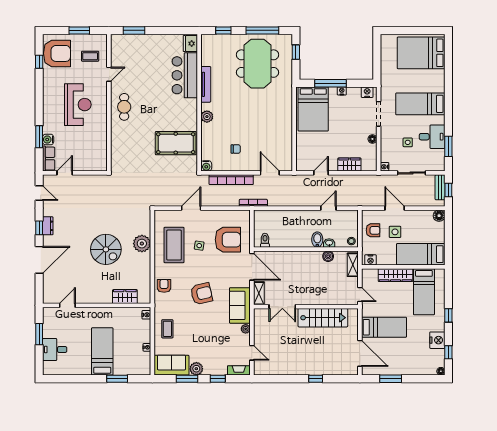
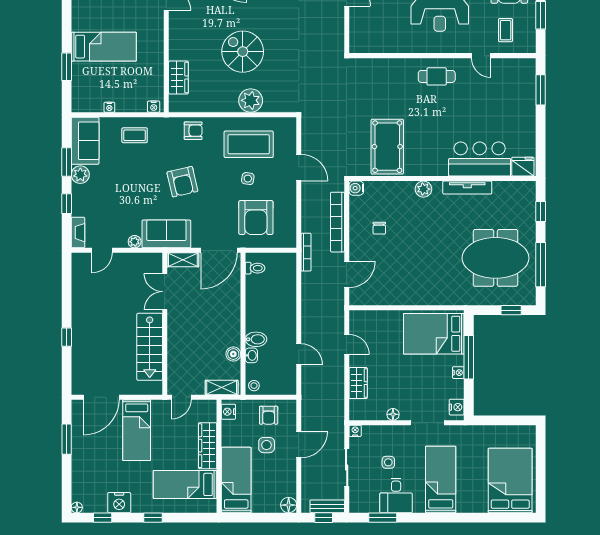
spiral stairs: (106, 249) -> (243, 52), turned 90

